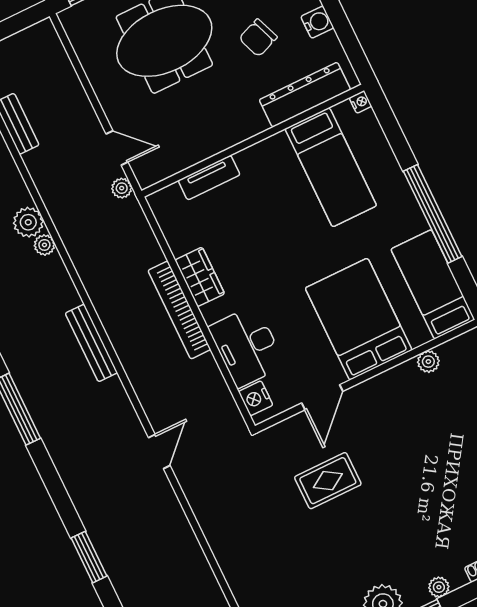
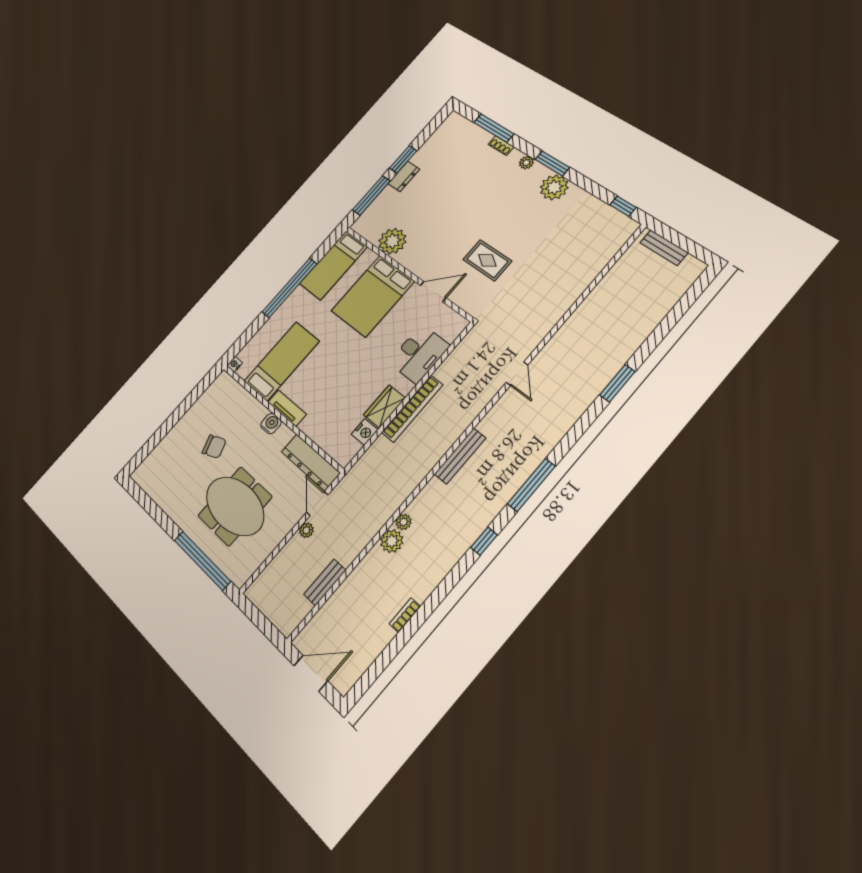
water cooler: (317, 22) -> (271, 424), moved, turned 90
dresser: (305, 95) -> (311, 462), moved
tv unit: (209, 178) -> (287, 408), moved
plant: (122, 188) -> (306, 530), moved
plant: (428, 362) -> (392, 241), width x1.87, depth x1.87
nightstand: (256, 398) -> (365, 432), moved
door: (159, 451) -> (517, 374), swing flipped

